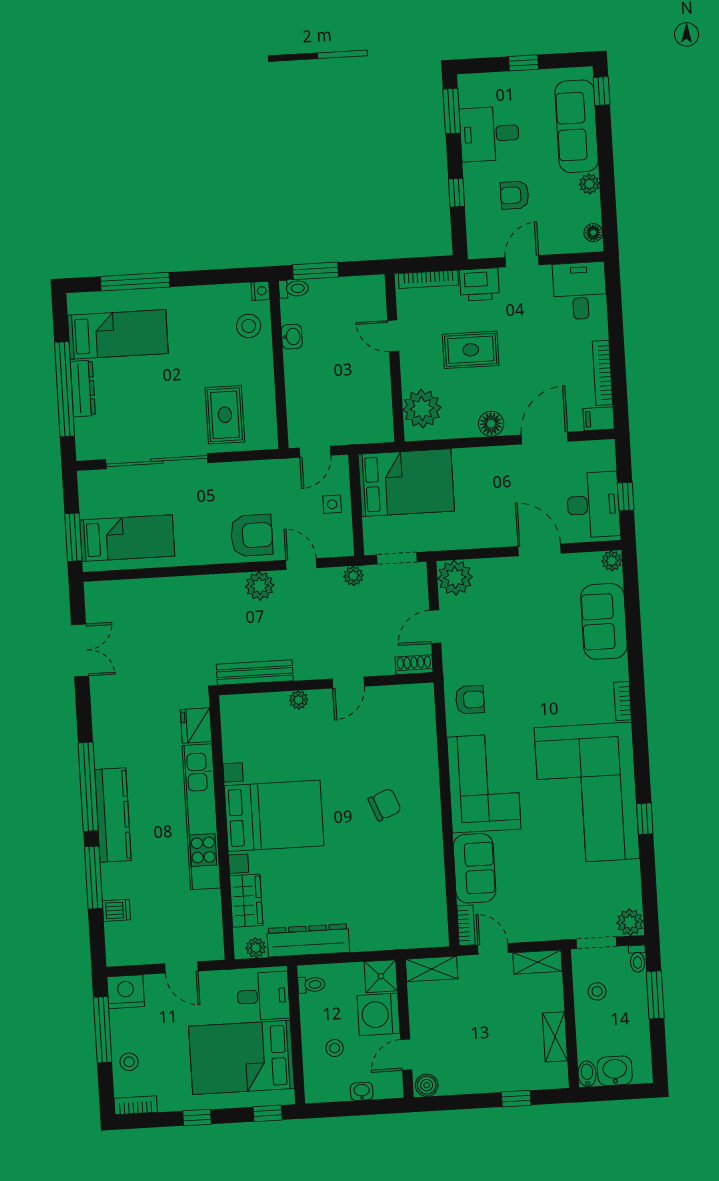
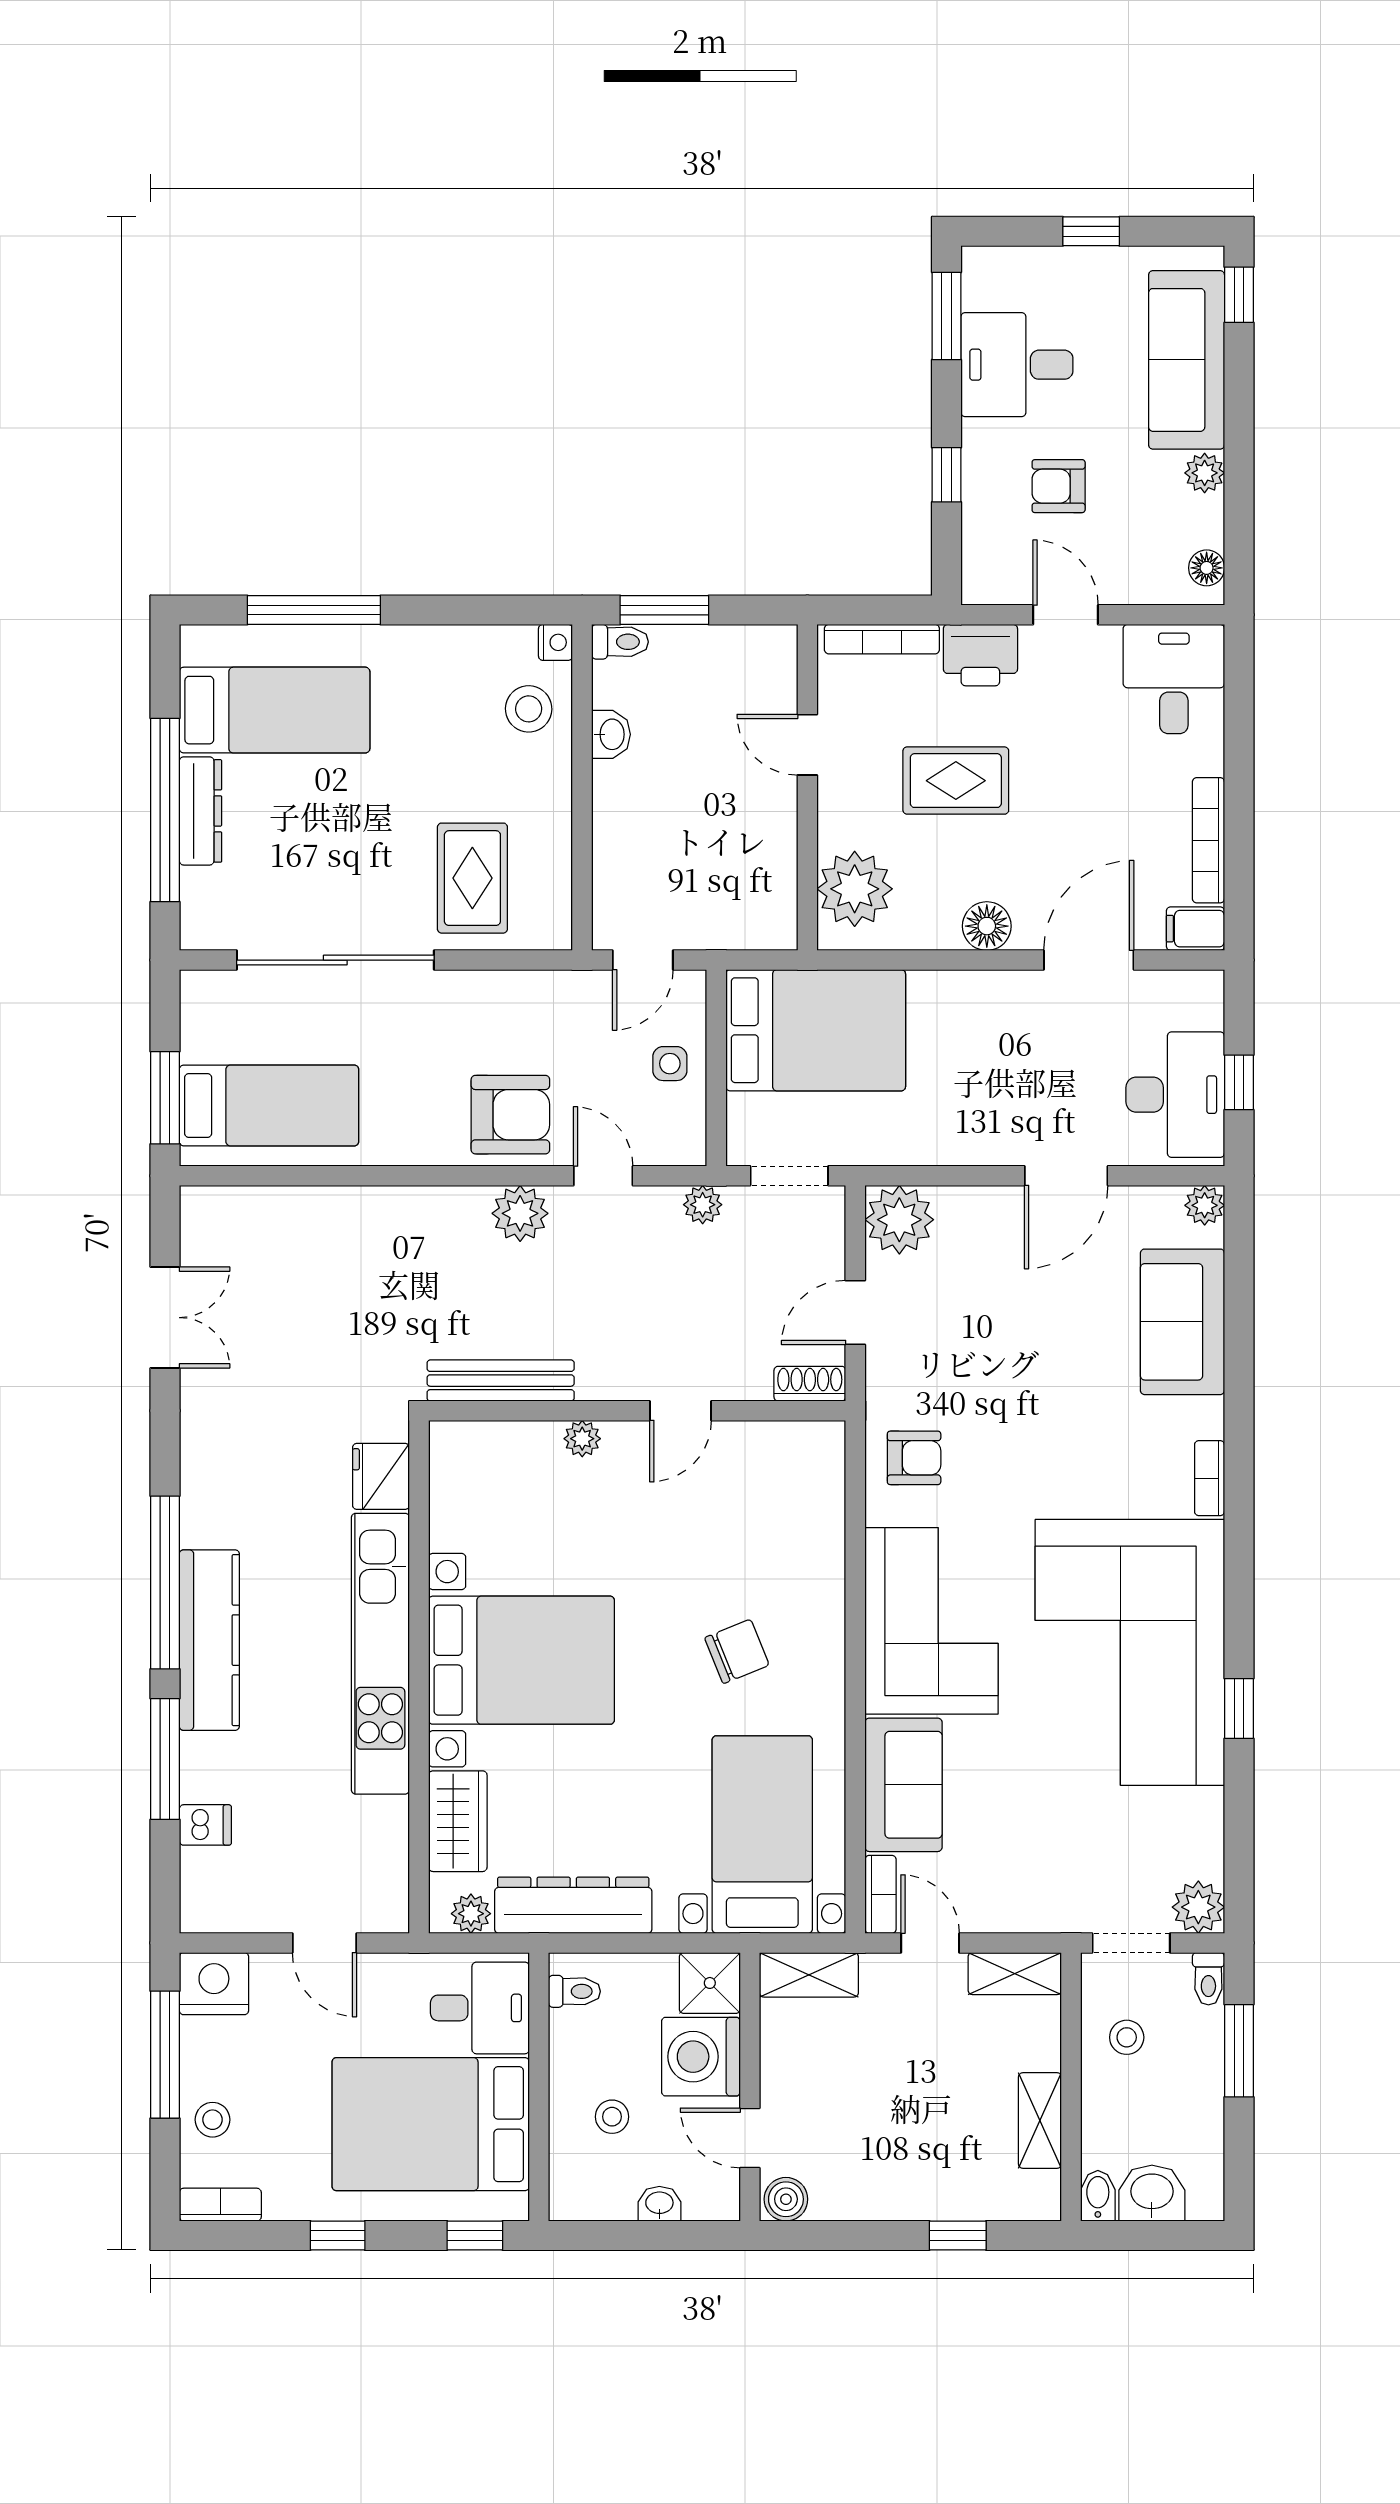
door: (522, 261) -> (1066, 615), hinge flipped
door: (540, 550) -> (1066, 1176), swing flipped
bed with nightstands: (403, 898) -> (762, 1835), added
door: (406, 1055) -> (750, 2138), hinge flipped

